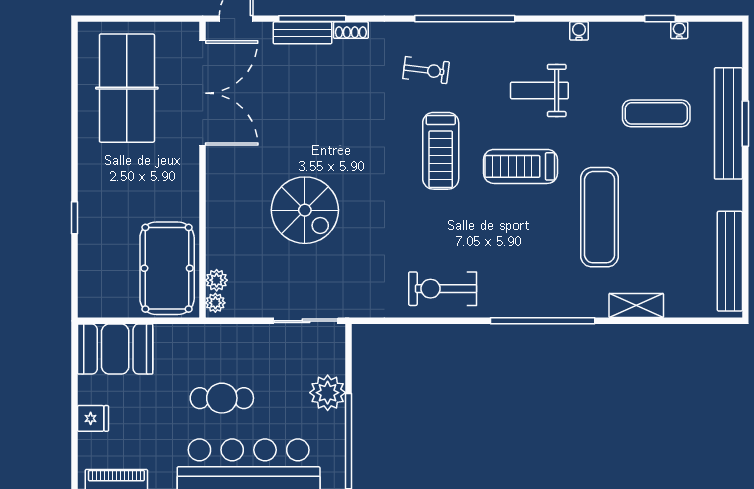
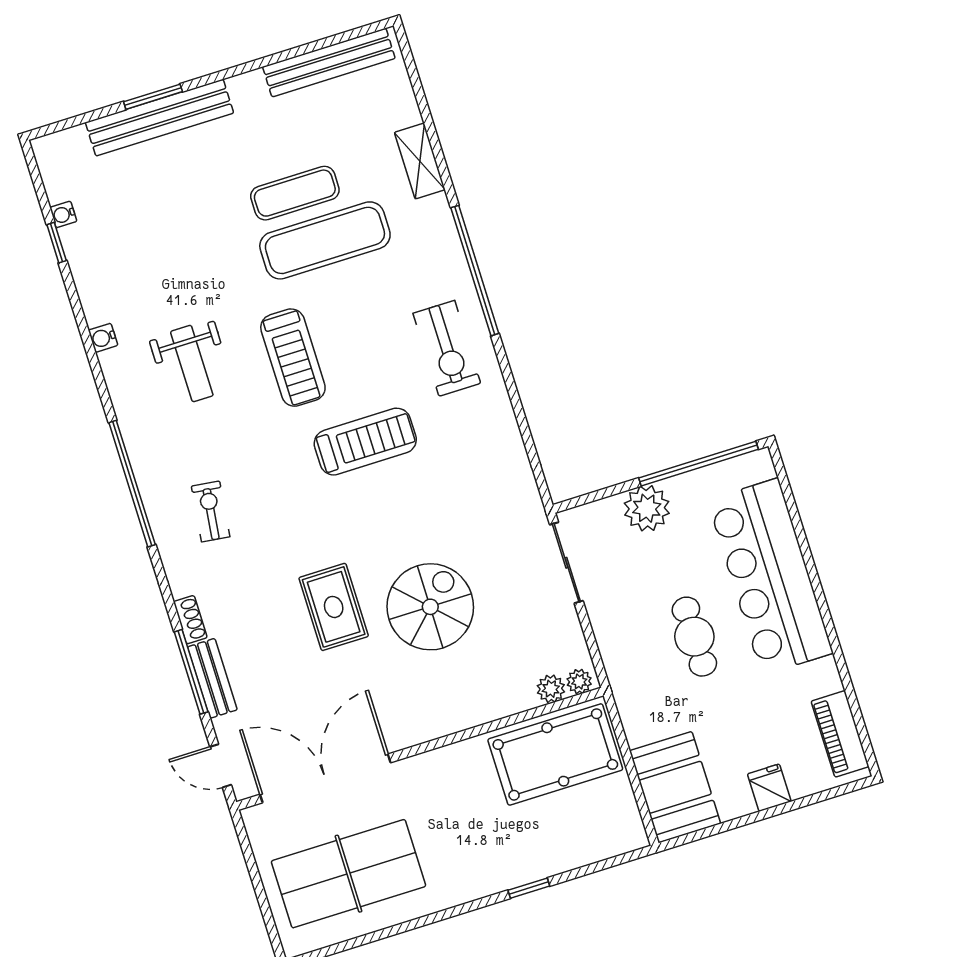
exercise mat: (656, 113) -> (295, 193), moved, turned 90
rug: (327, 139) -> (334, 607), added
treadmill: (441, 151) -> (365, 442), moved
exercise bike: (443, 289) -> (447, 348), moved

